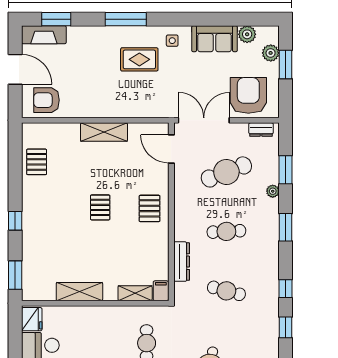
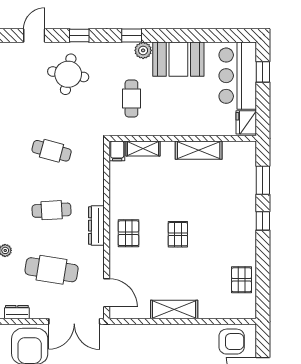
cafe table: (226, 172) -> (52, 270), turned 30
dresser: (182, 262) -> (96, 226), moved
window: (15, 275) -> (263, 180), moved

